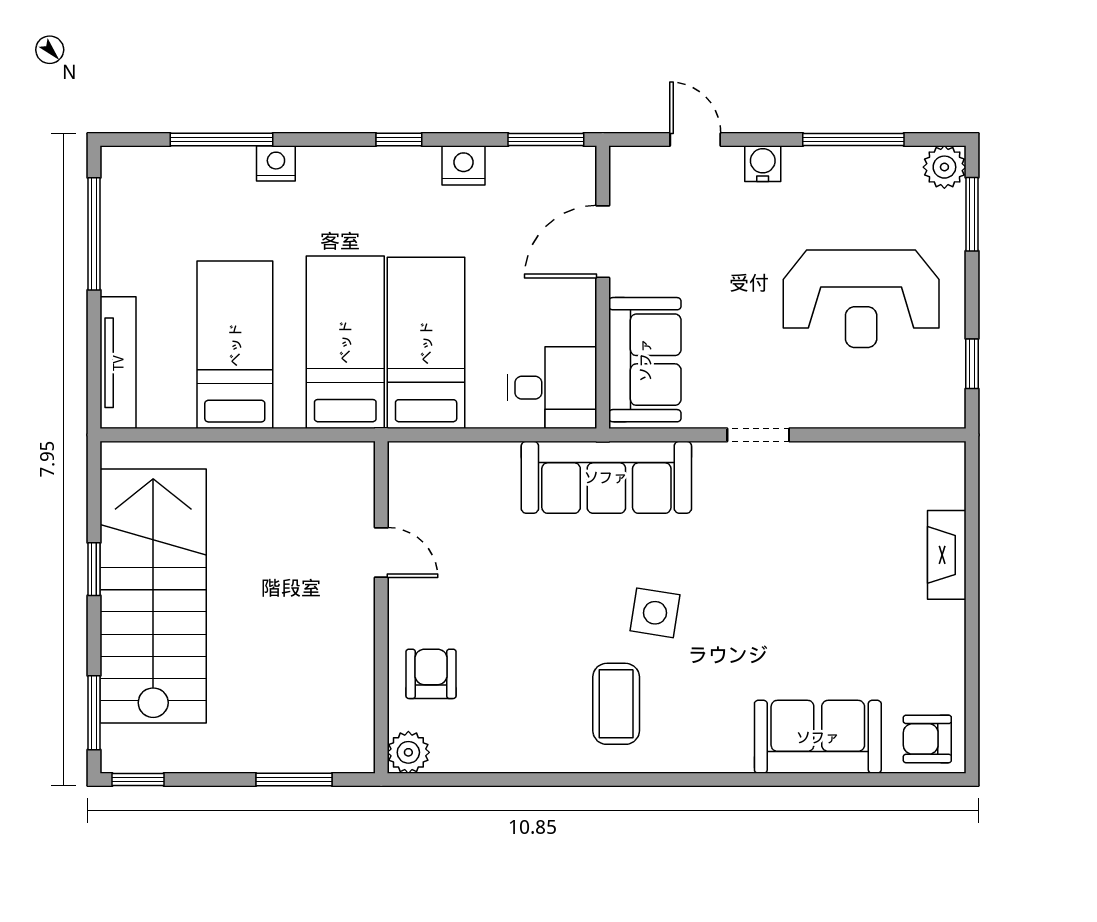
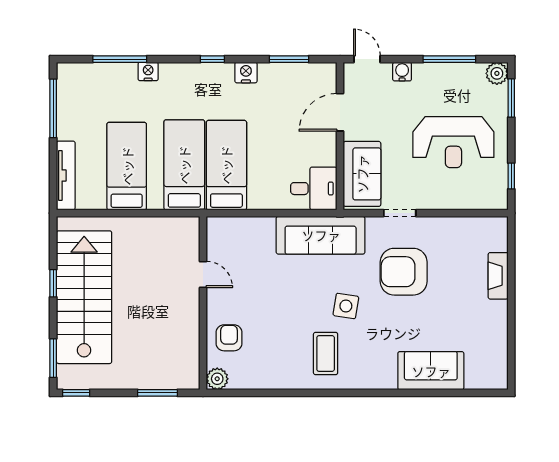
door: (603, 242) -> (340, 112), moved
wall: (603, 287) -> (340, 136), moved
sofa: (645, 360) -> (362, 174), moved
desk: (552, 388) -> (314, 189), moved
armchair: (927, 739) -> (404, 272), moved, width x1.88, depth x1.88

